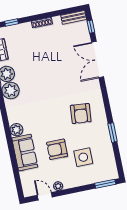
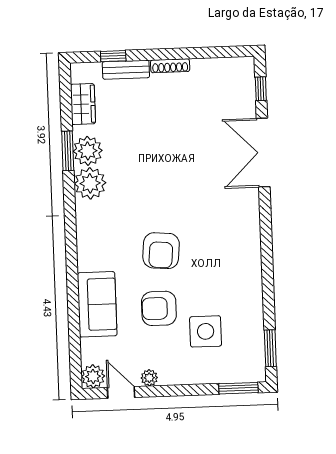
bench: (74, 17) -> (126, 70), moved
armchair: (81, 113) -> (161, 251), moved
plant: (16, 130) -> (93, 376), moved
window: (113, 133) -> (270, 348), moved

